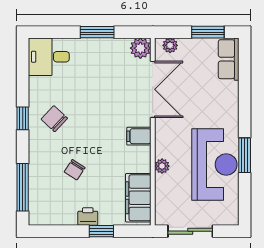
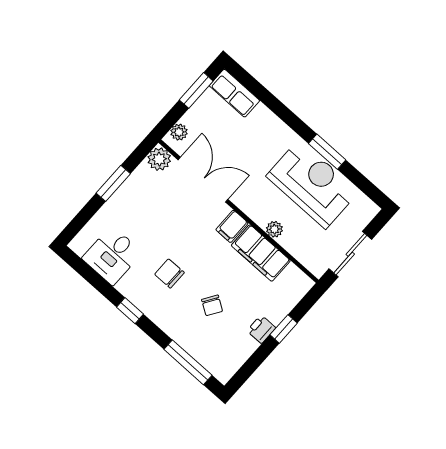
desk: (49, 57) -> (112, 255), moved
chair: (54, 119) -> (169, 273), moved, turned 47
filing cabinet: (138, 198) -> (261, 253), moved

